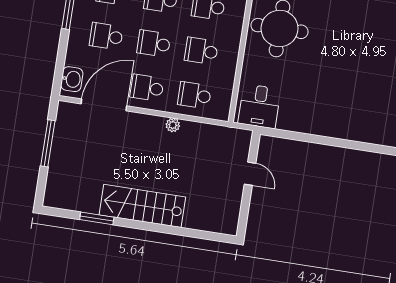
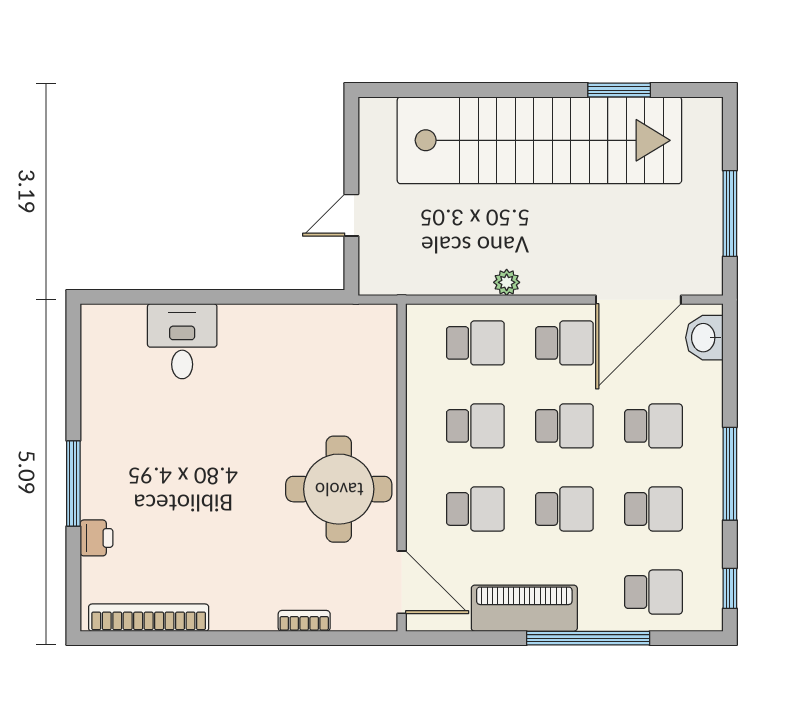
desk: (259, 106) -> (182, 341), moved
door: (250, 174) -> (351, 215), hinge flipped
stairs: (142, 206) -> (539, 140), width x1.86, depth x1.51

